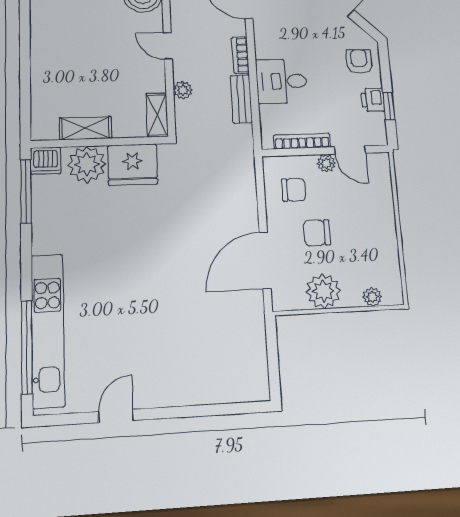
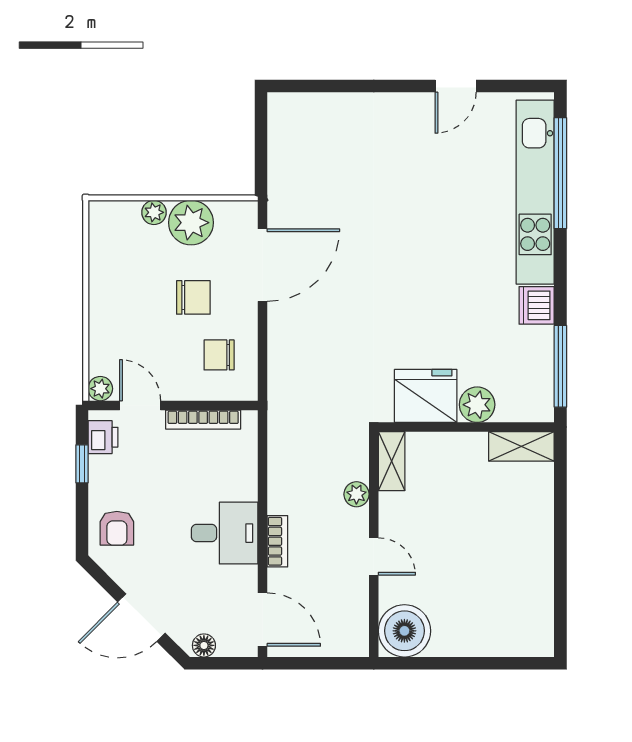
desk: (281, 81) -> (225, 533), moved
bench: (241, 99) -> (280, 480), removed
printer: (373, 100) -> (103, 437), moved
shelving: (86, 128) -> (521, 446), moved
dishwasher: (46, 161) -> (537, 305), moved, turned -90
plant: (326, 163) -> (100, 389), moved
plant: (87, 164) -> (477, 405), width x0.73, depth x0.73
plant: (372, 297) -> (154, 212), moved

